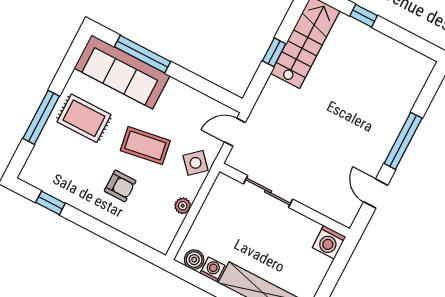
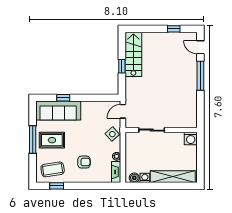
window: (364, 16) -> (174, 29), moved
window: (142, 54) -> (63, 98), width x0.46
window: (41, 117) -> (33, 139), moved
coffee table: (145, 146) -> (53, 169), moved
door: (376, 194) -> (200, 47), moved
fireplace: (168, 233) -> (116, 172), added

